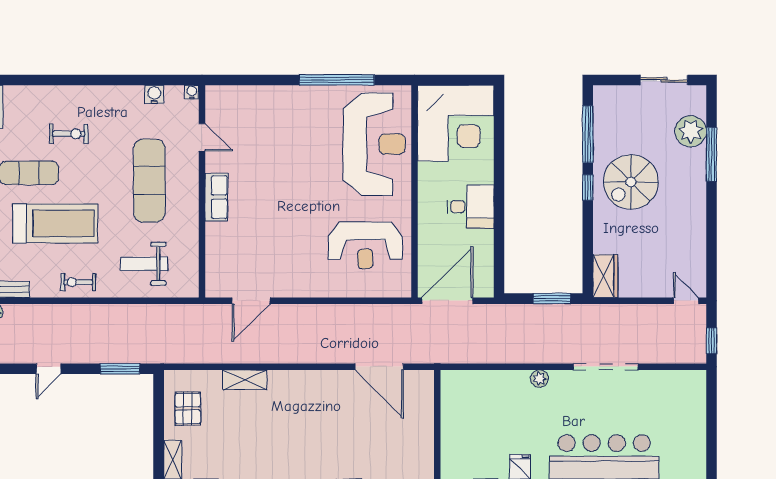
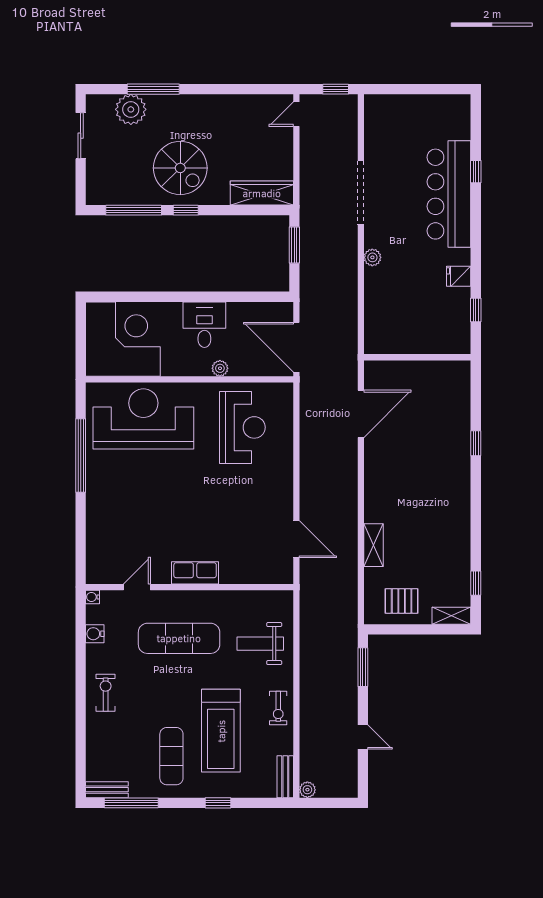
exercise bike: (69, 134) -> (106, 693), moved
treadmill: (55, 223) -> (221, 731), turned 180
plant: (426, 223) -> (220, 368), added
weight bench: (144, 264) -> (260, 644), turned 90
wardrobe: (605, 276) -> (262, 193), width x1.50

